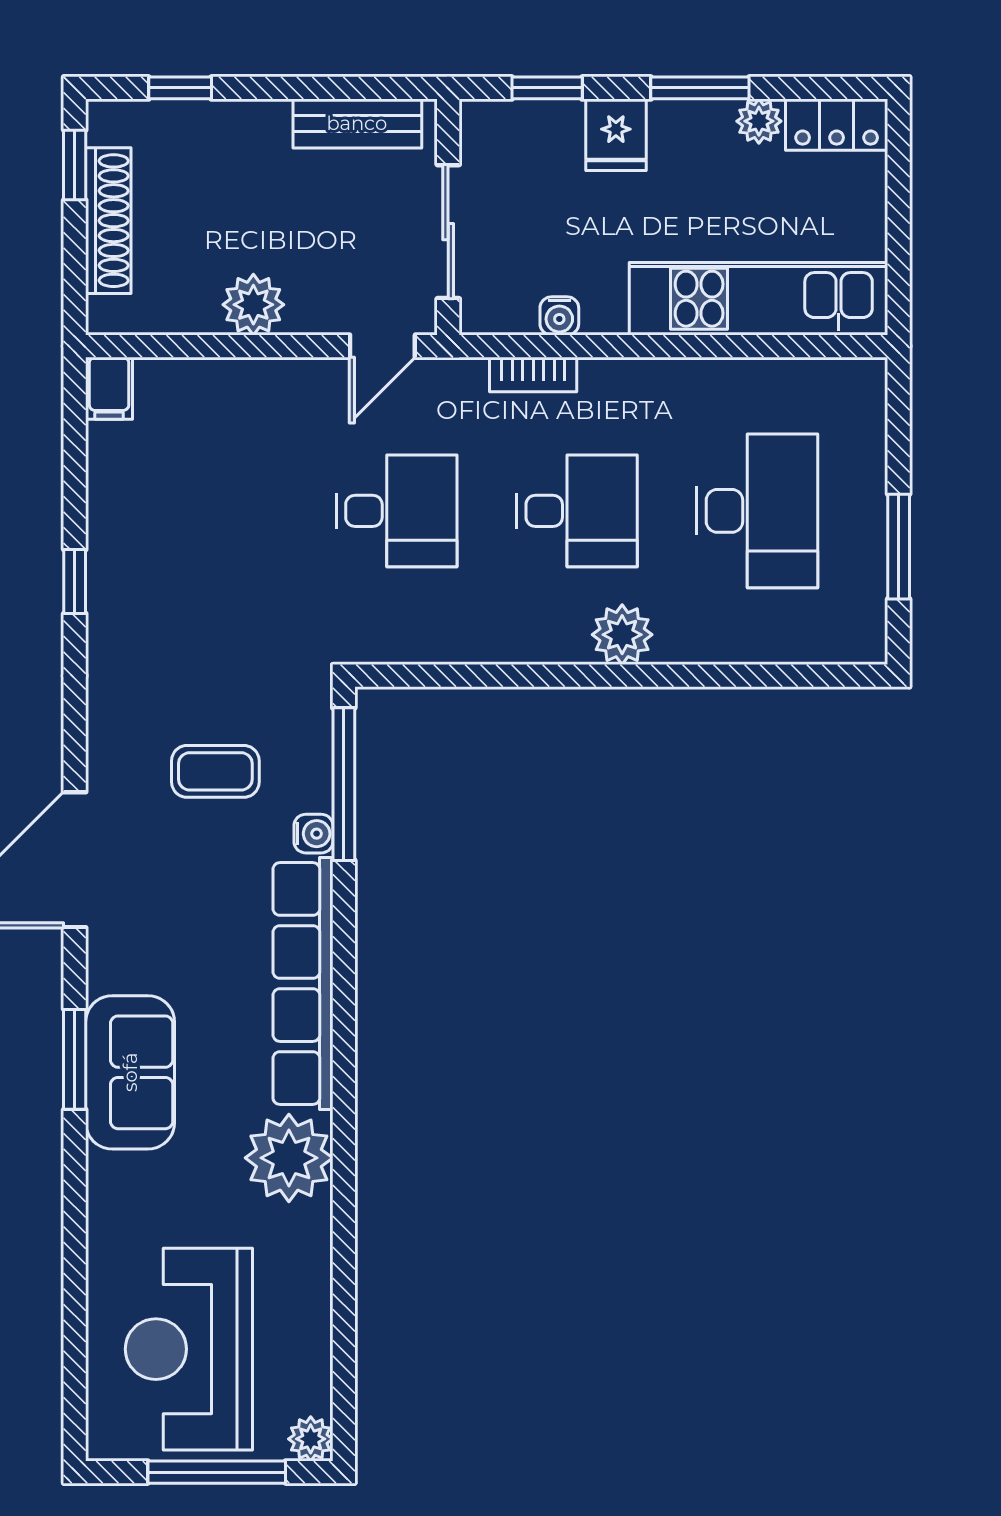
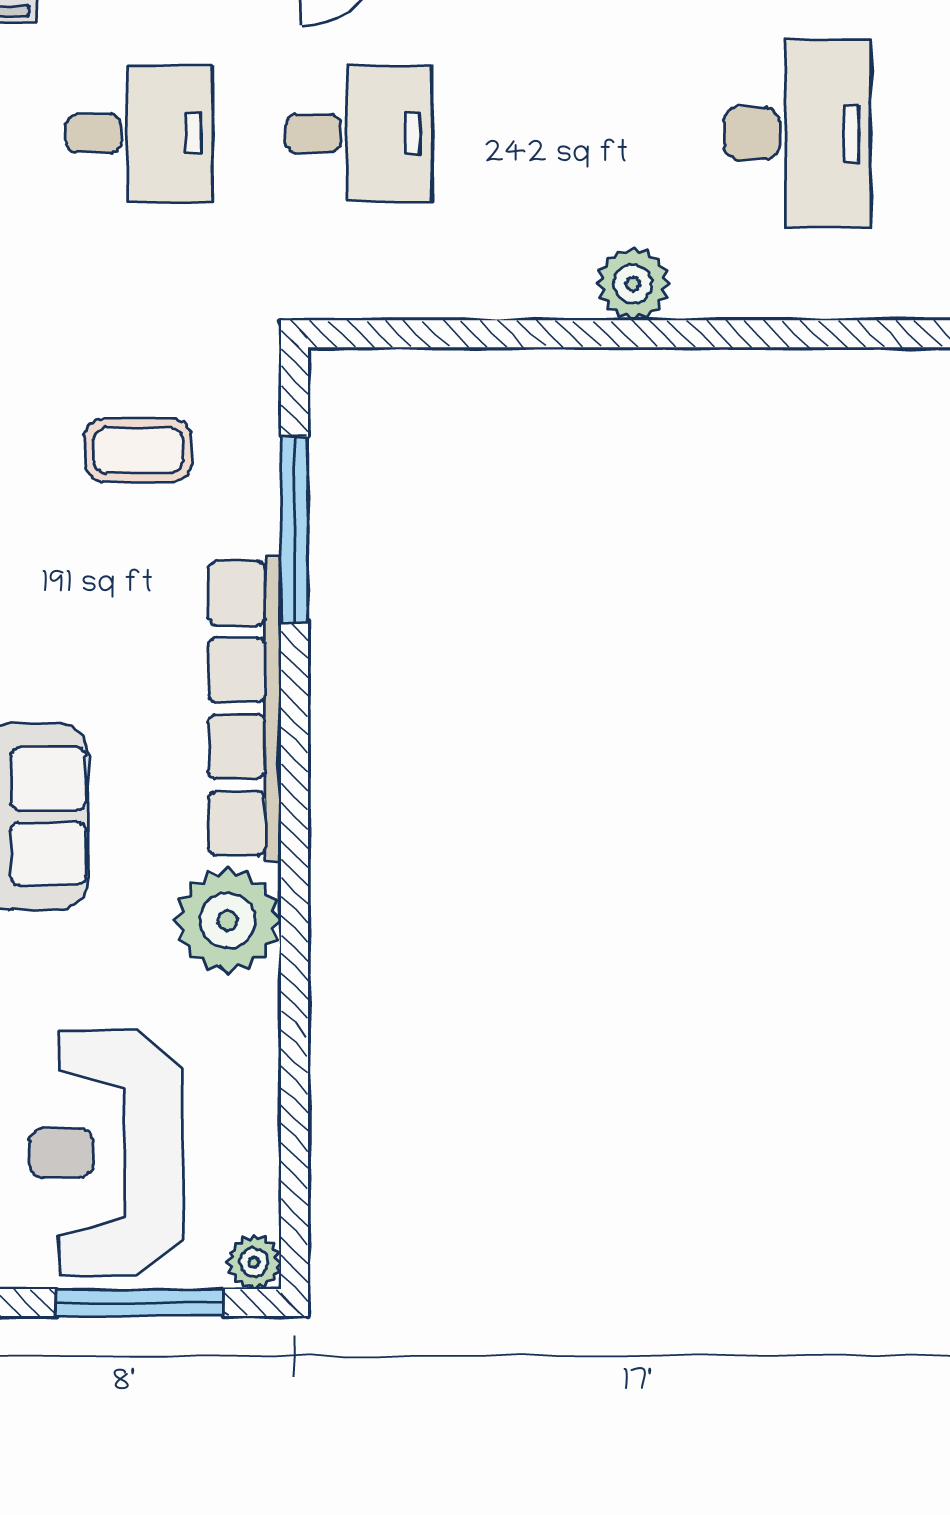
desk: (577, 511) -> (139, 133), moved
window: (344, 784) -> (294, 529), moved
water cooler: (313, 834) -> (257, 526), removed

